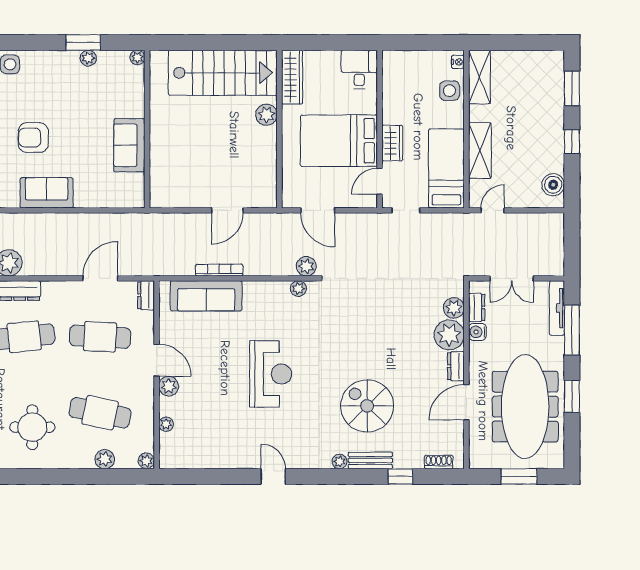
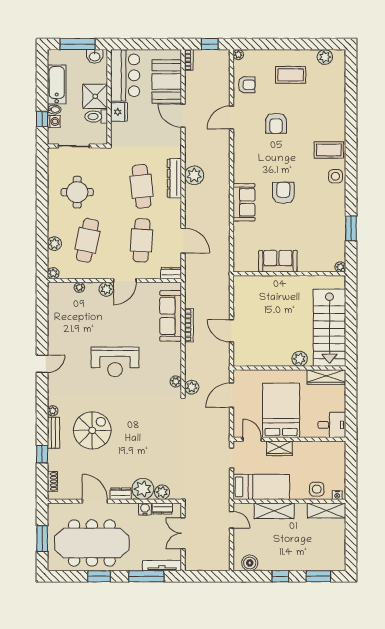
plant: (88, 58) -> (340, 232), removed

